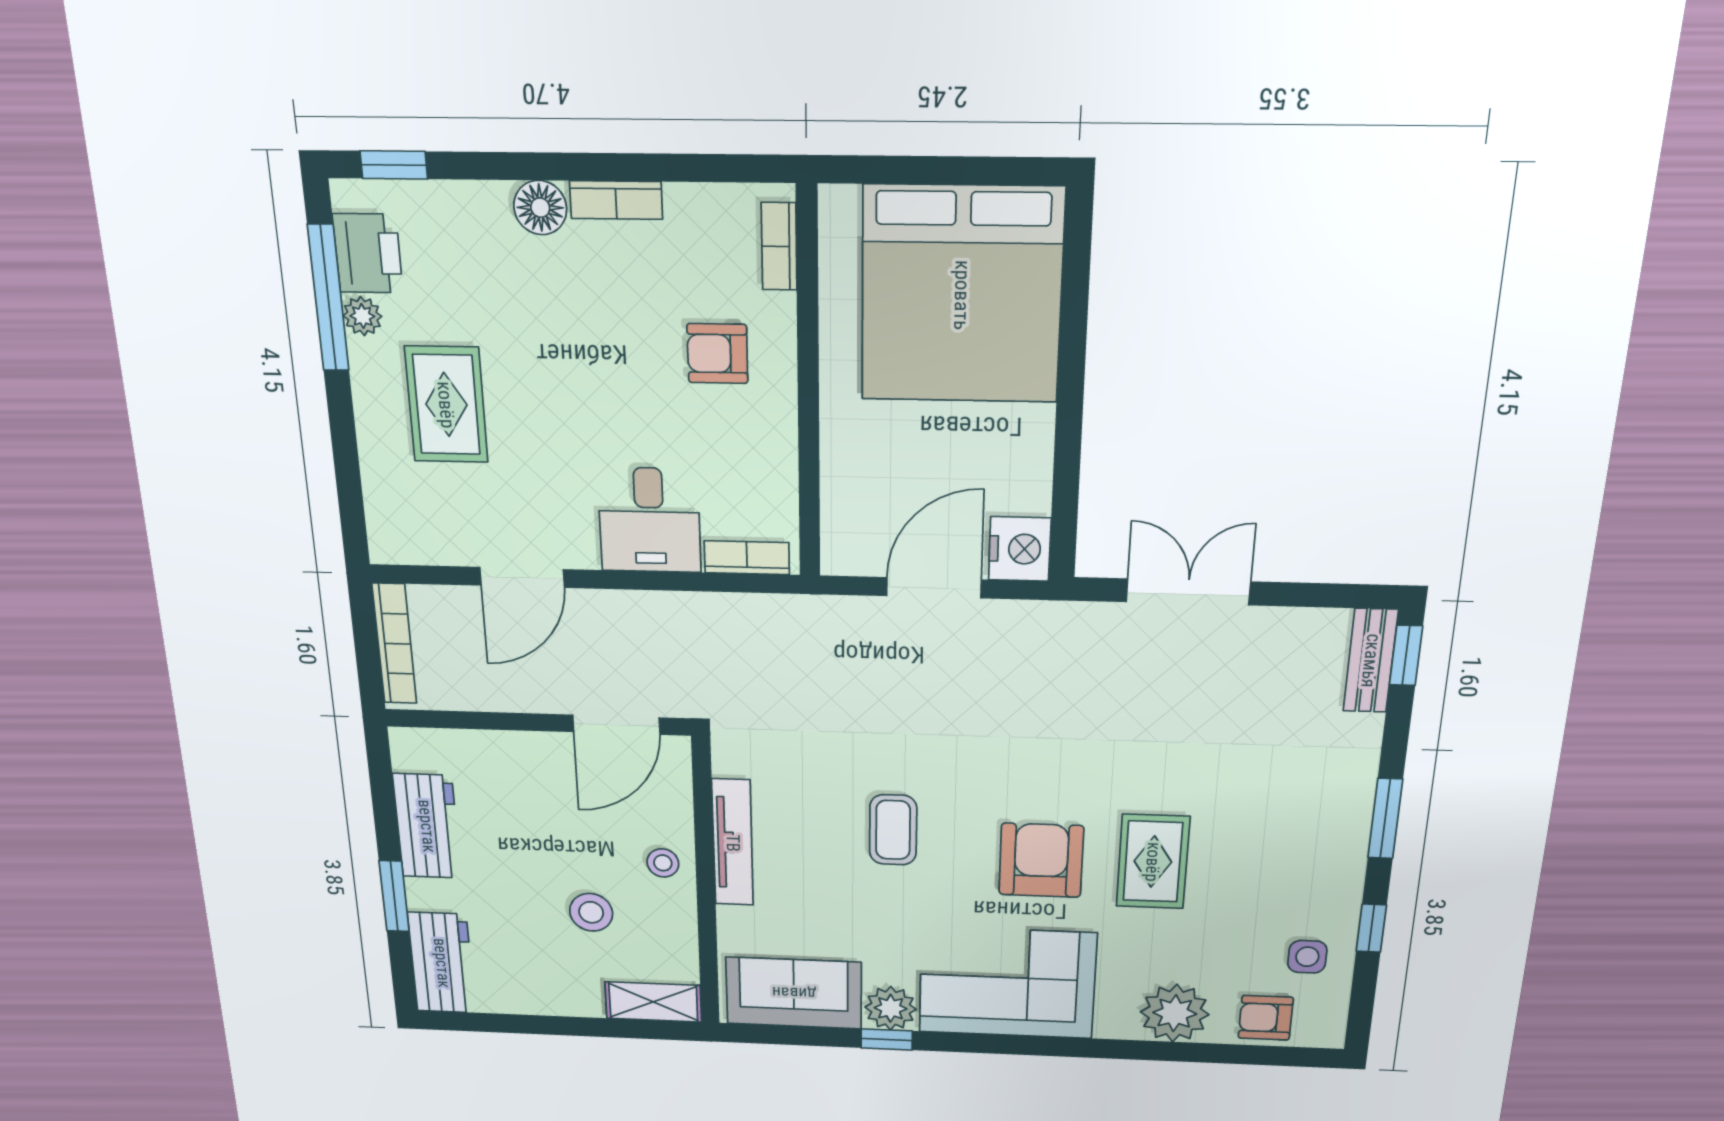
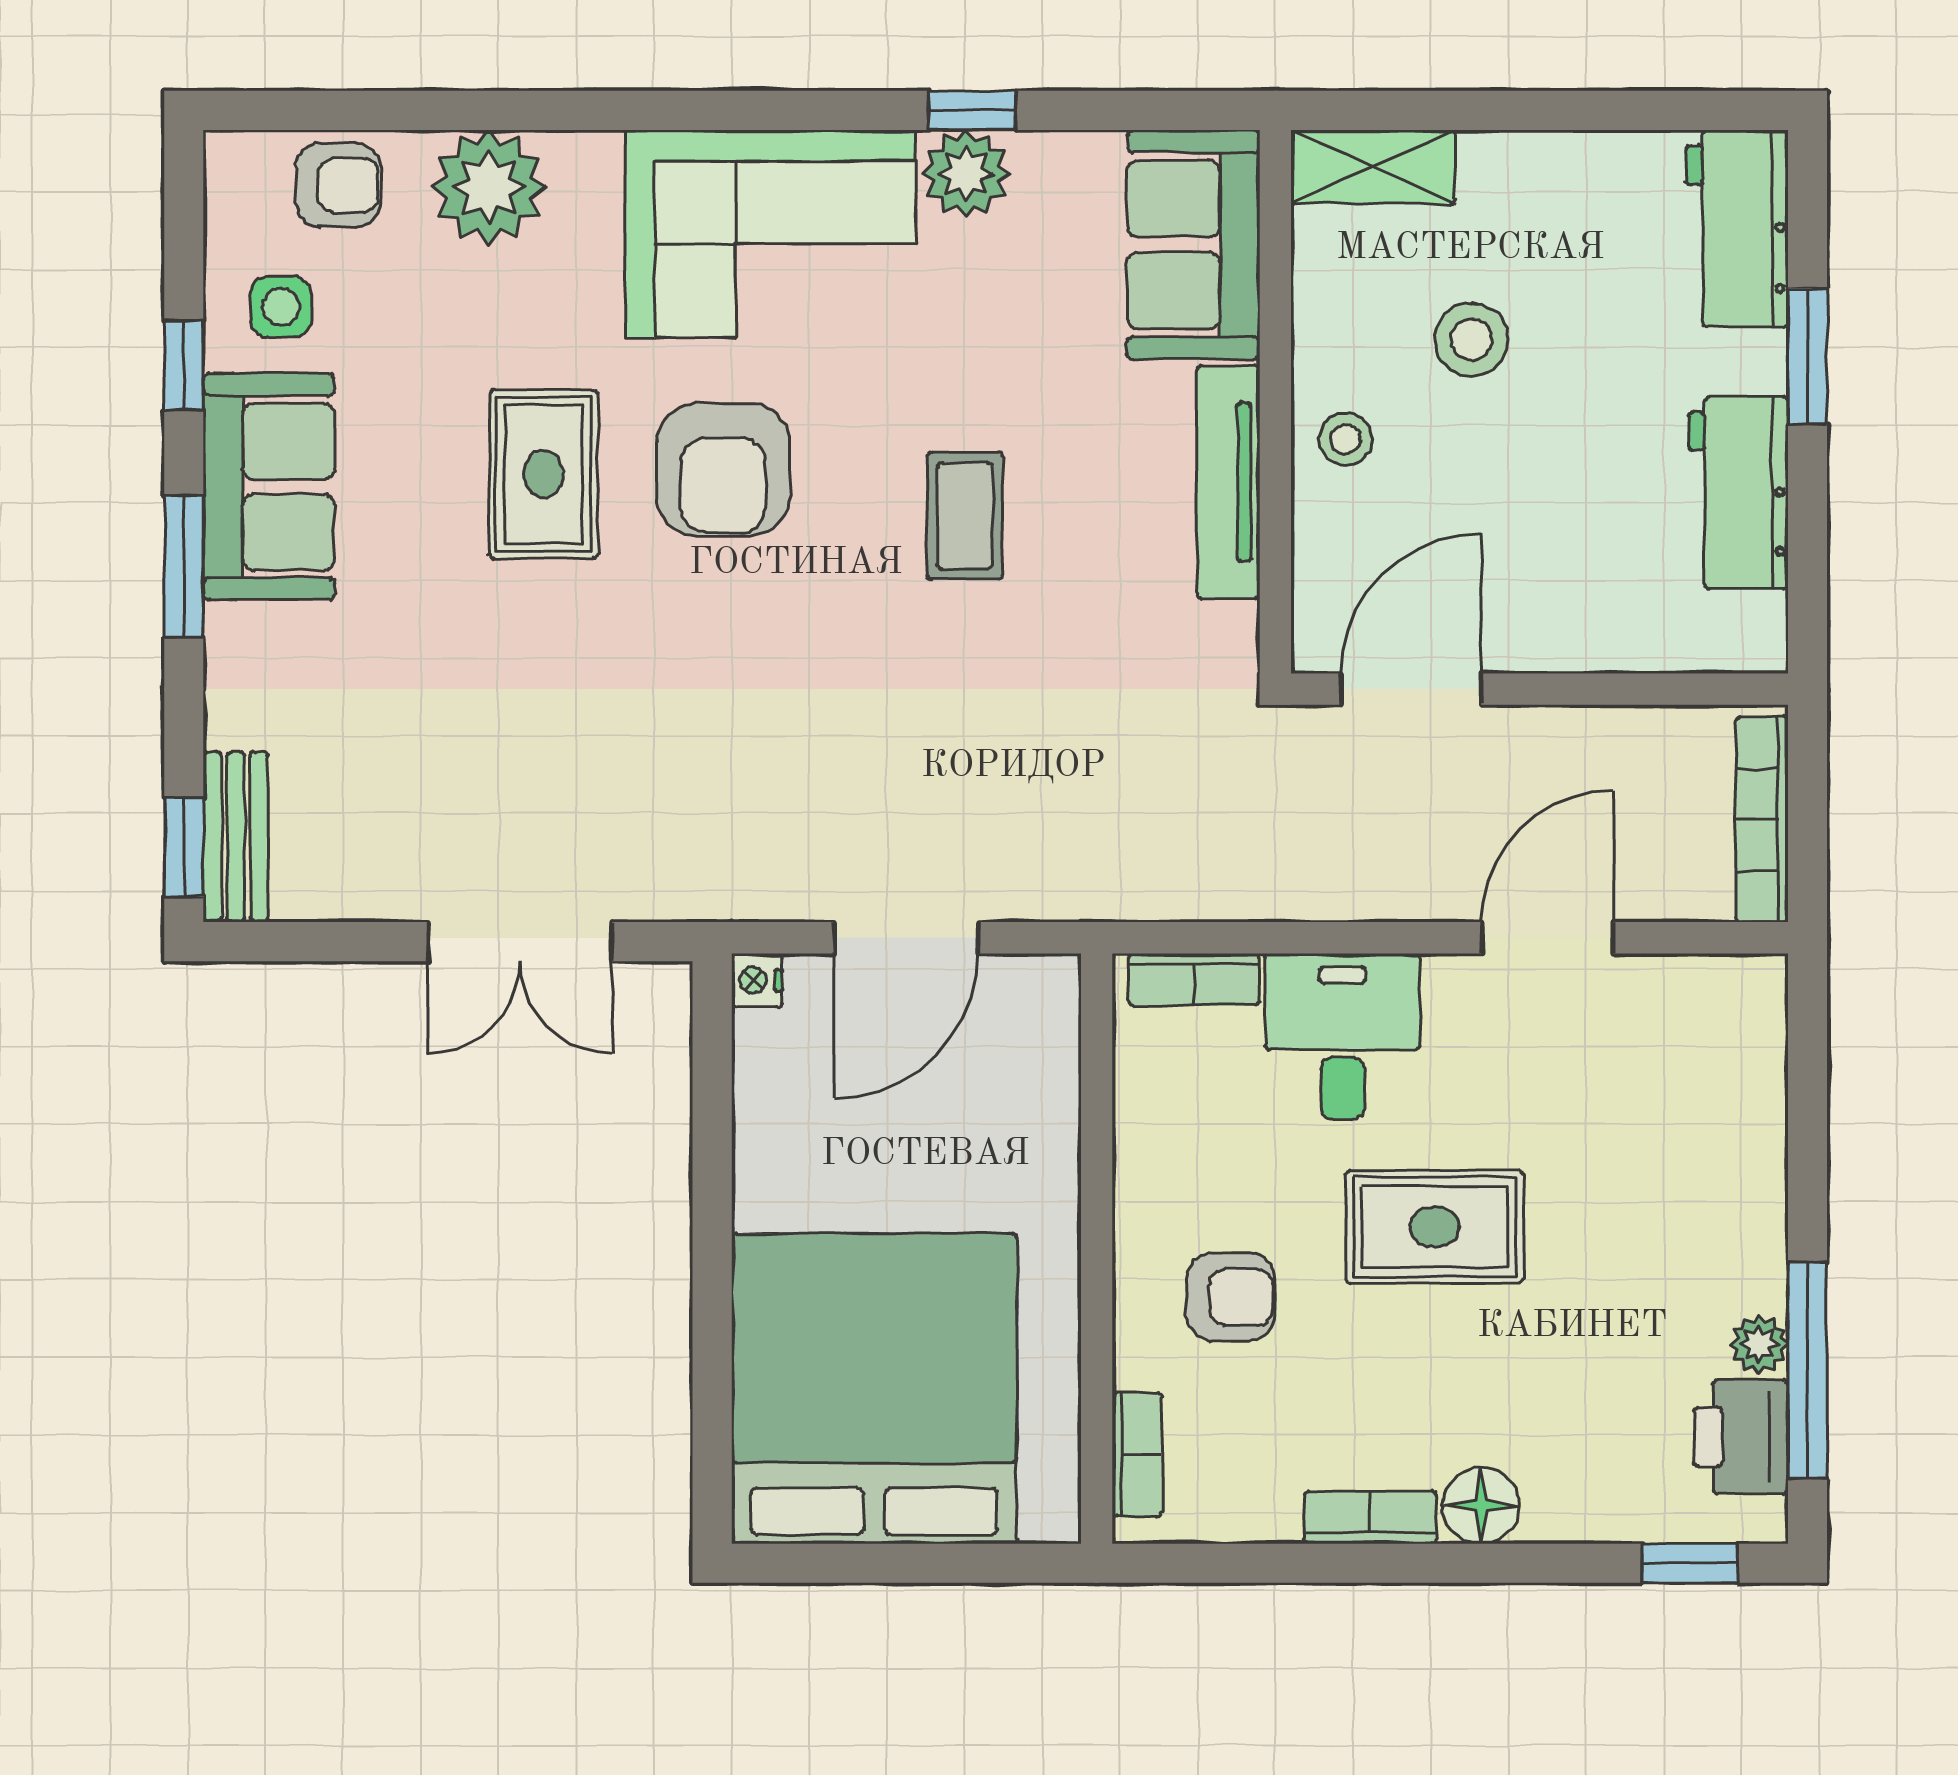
rug: (446, 405) -> (1435, 1227), moved, turned 90
nightstand: (1020, 549) -> (757, 980), width x0.53, depth x0.56
sofa: (1326, 861) -> (269, 487), added
sofa: (794, 993) -> (1193, 245), moved, turned 90

